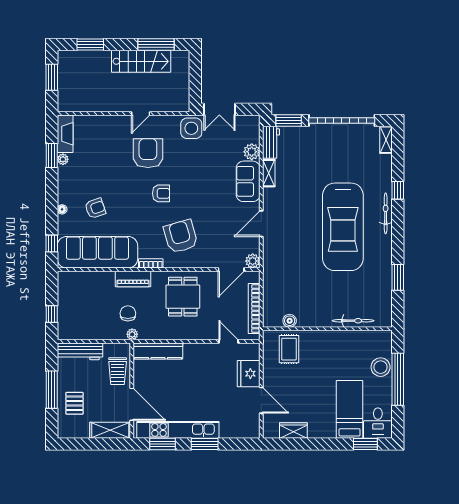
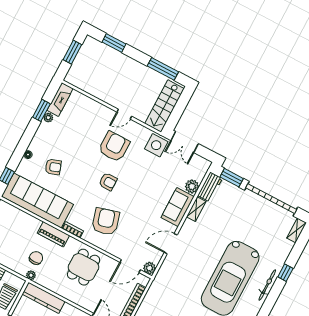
stairs: (141, 61) -> (165, 106), moved, turned 90

